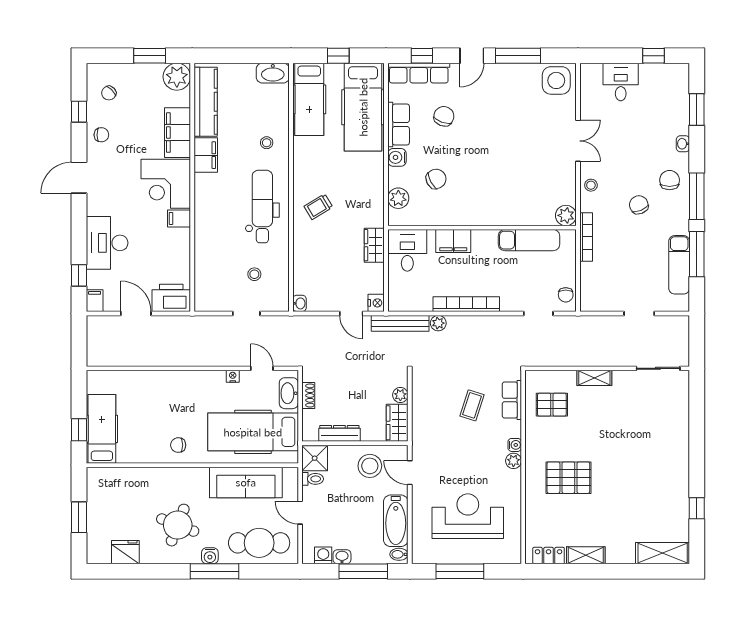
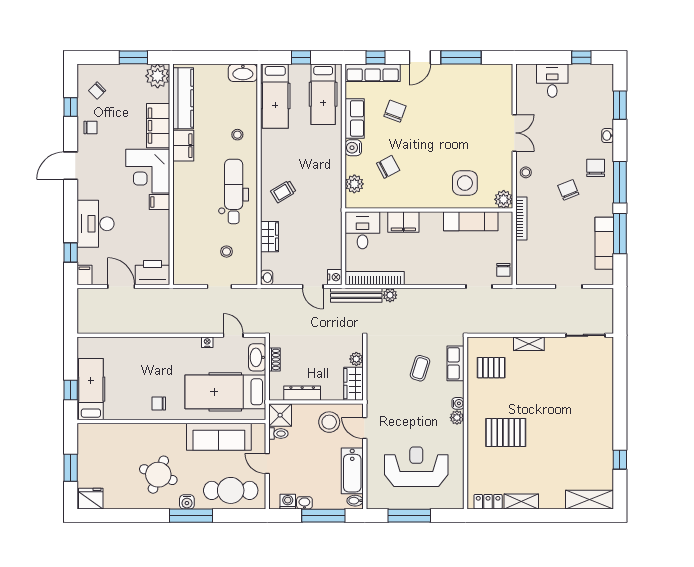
side table: (556, 80) -> (465, 183), moved
hospital bed: (363, 107) -> (323, 94), width x0.73, depth x0.78
wardrobe: (374, 245) -> (270, 237), moved, turned 180
bookcase: (466, 304) -> (375, 278), moved
fridge: (125, 552) -> (91, 499), moved

